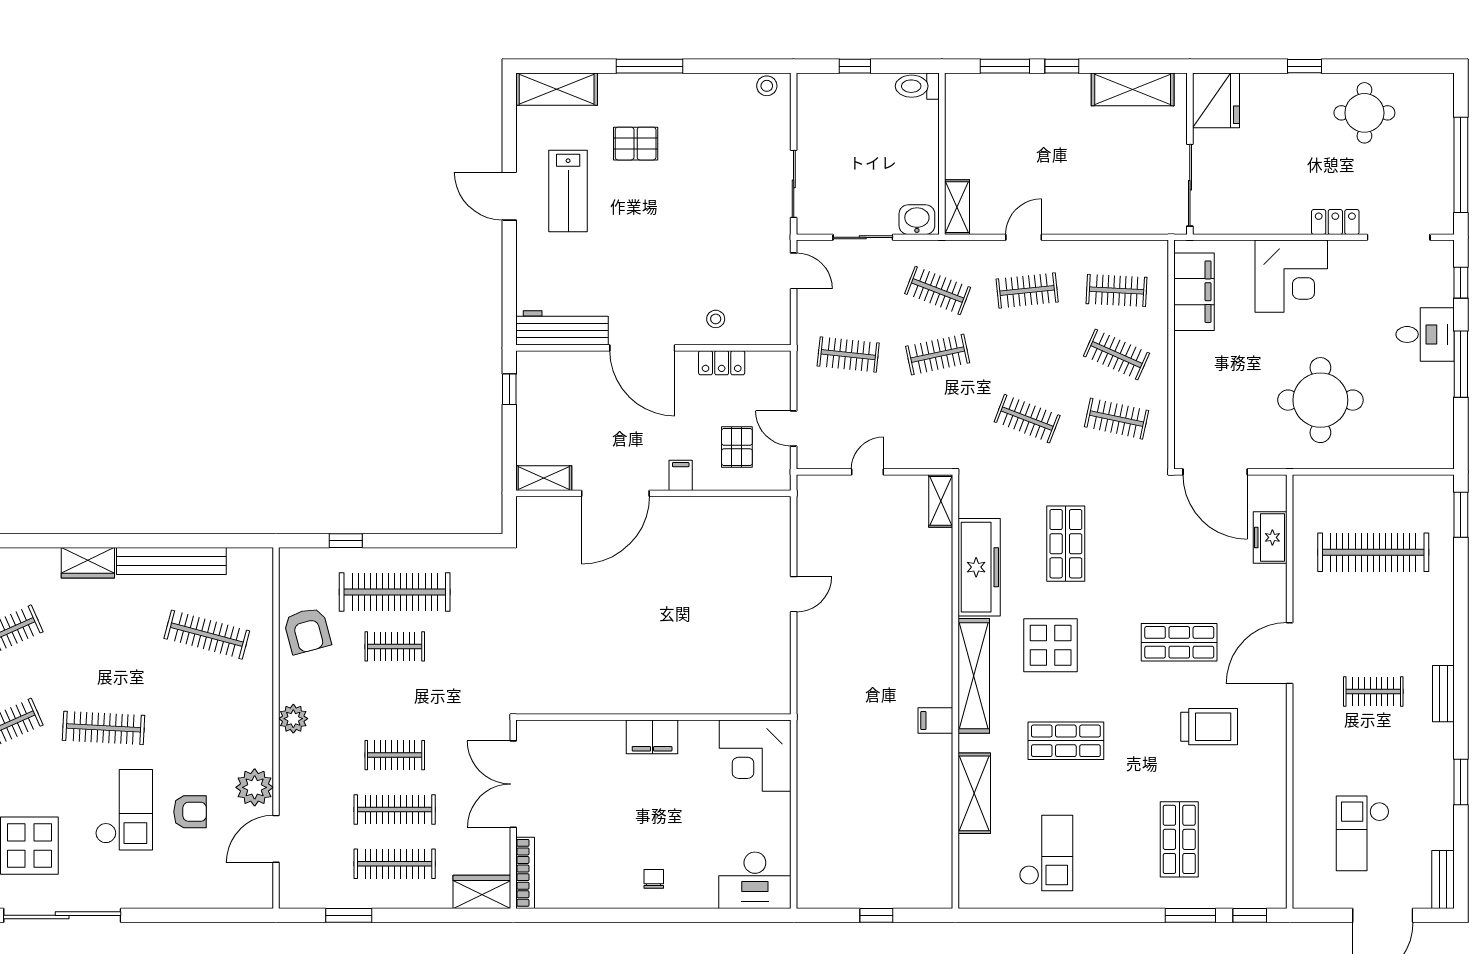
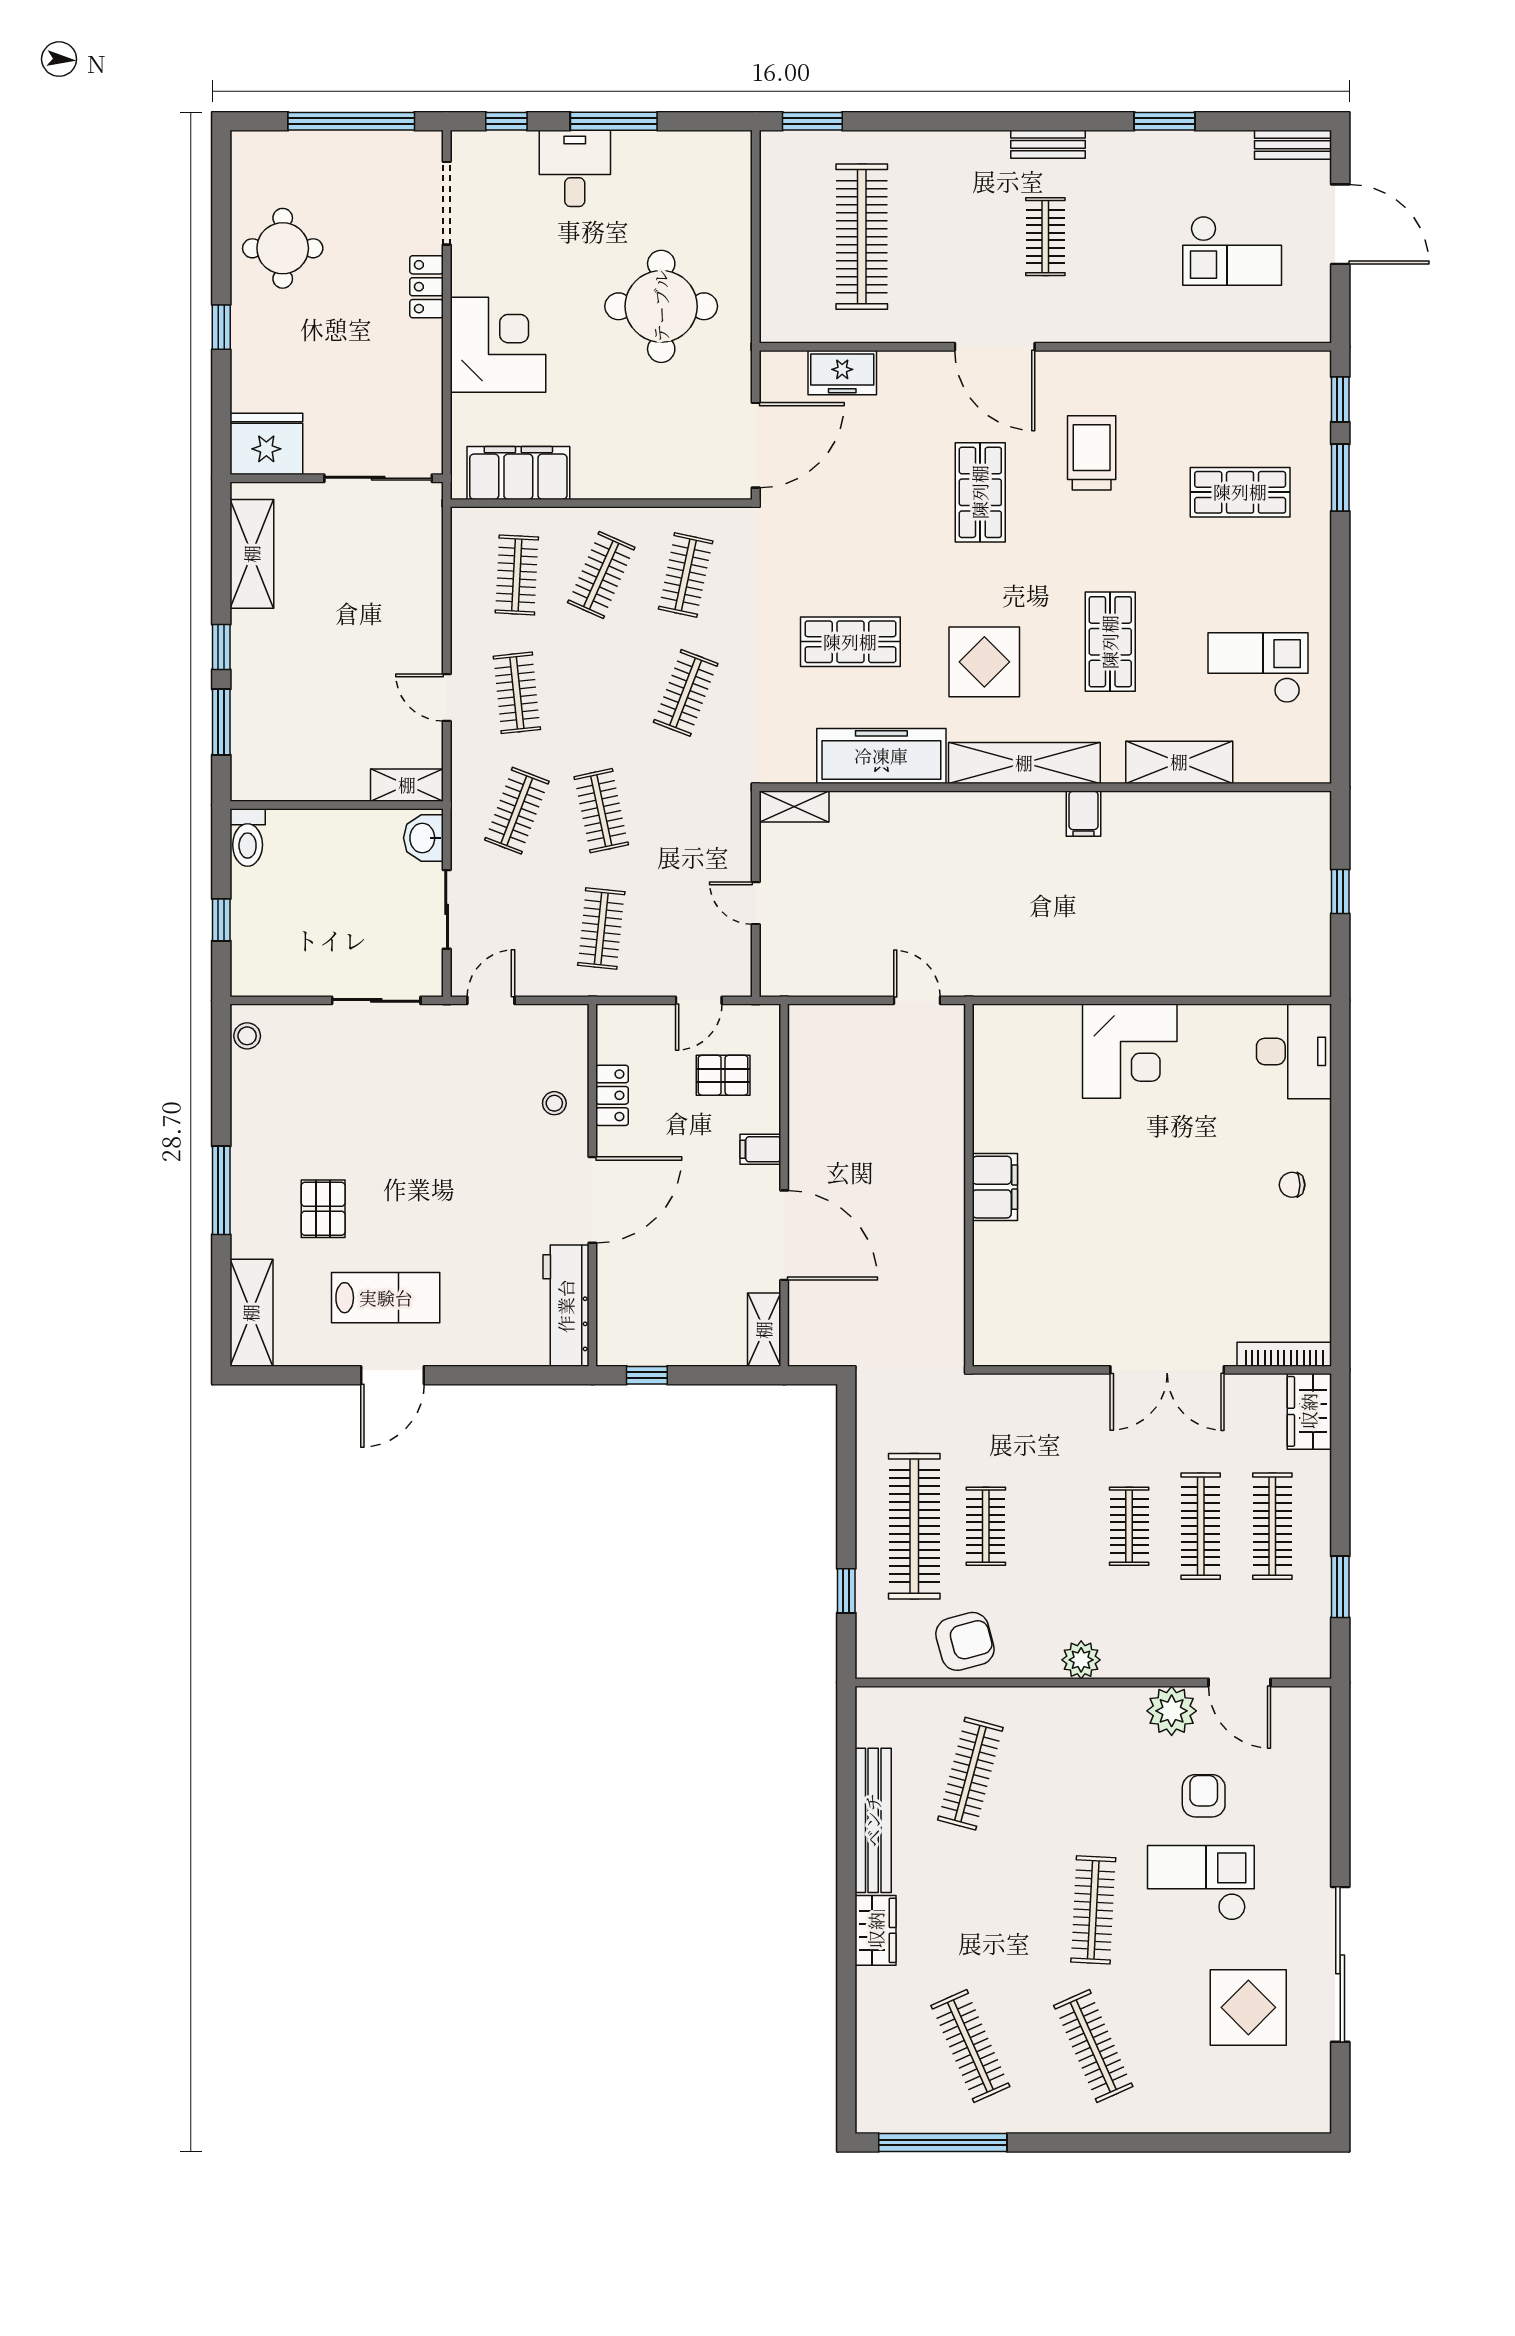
wall: (653, 717) -> (969, 1185), moved
filing cabinet: (652, 737) -> (995, 1187), moved

